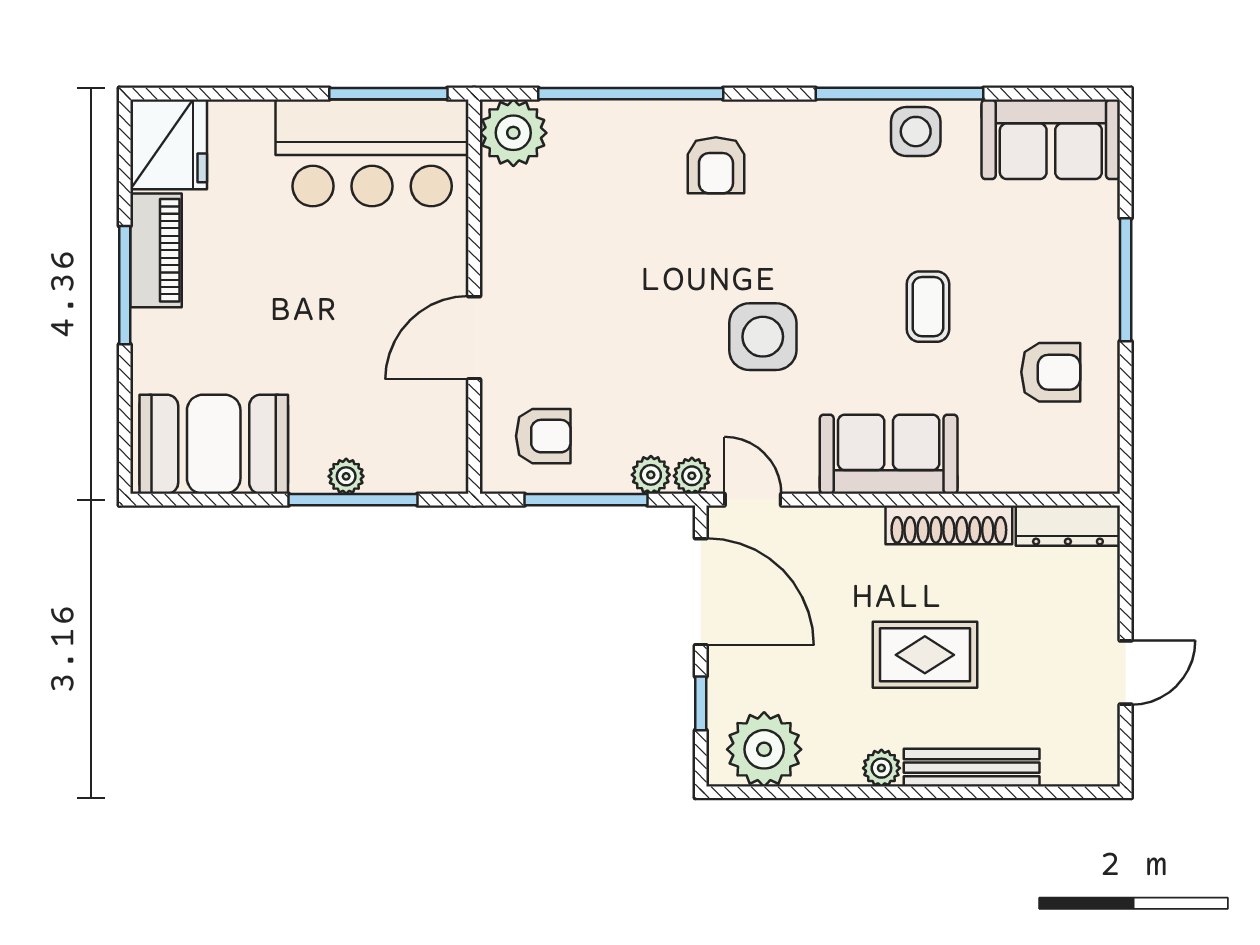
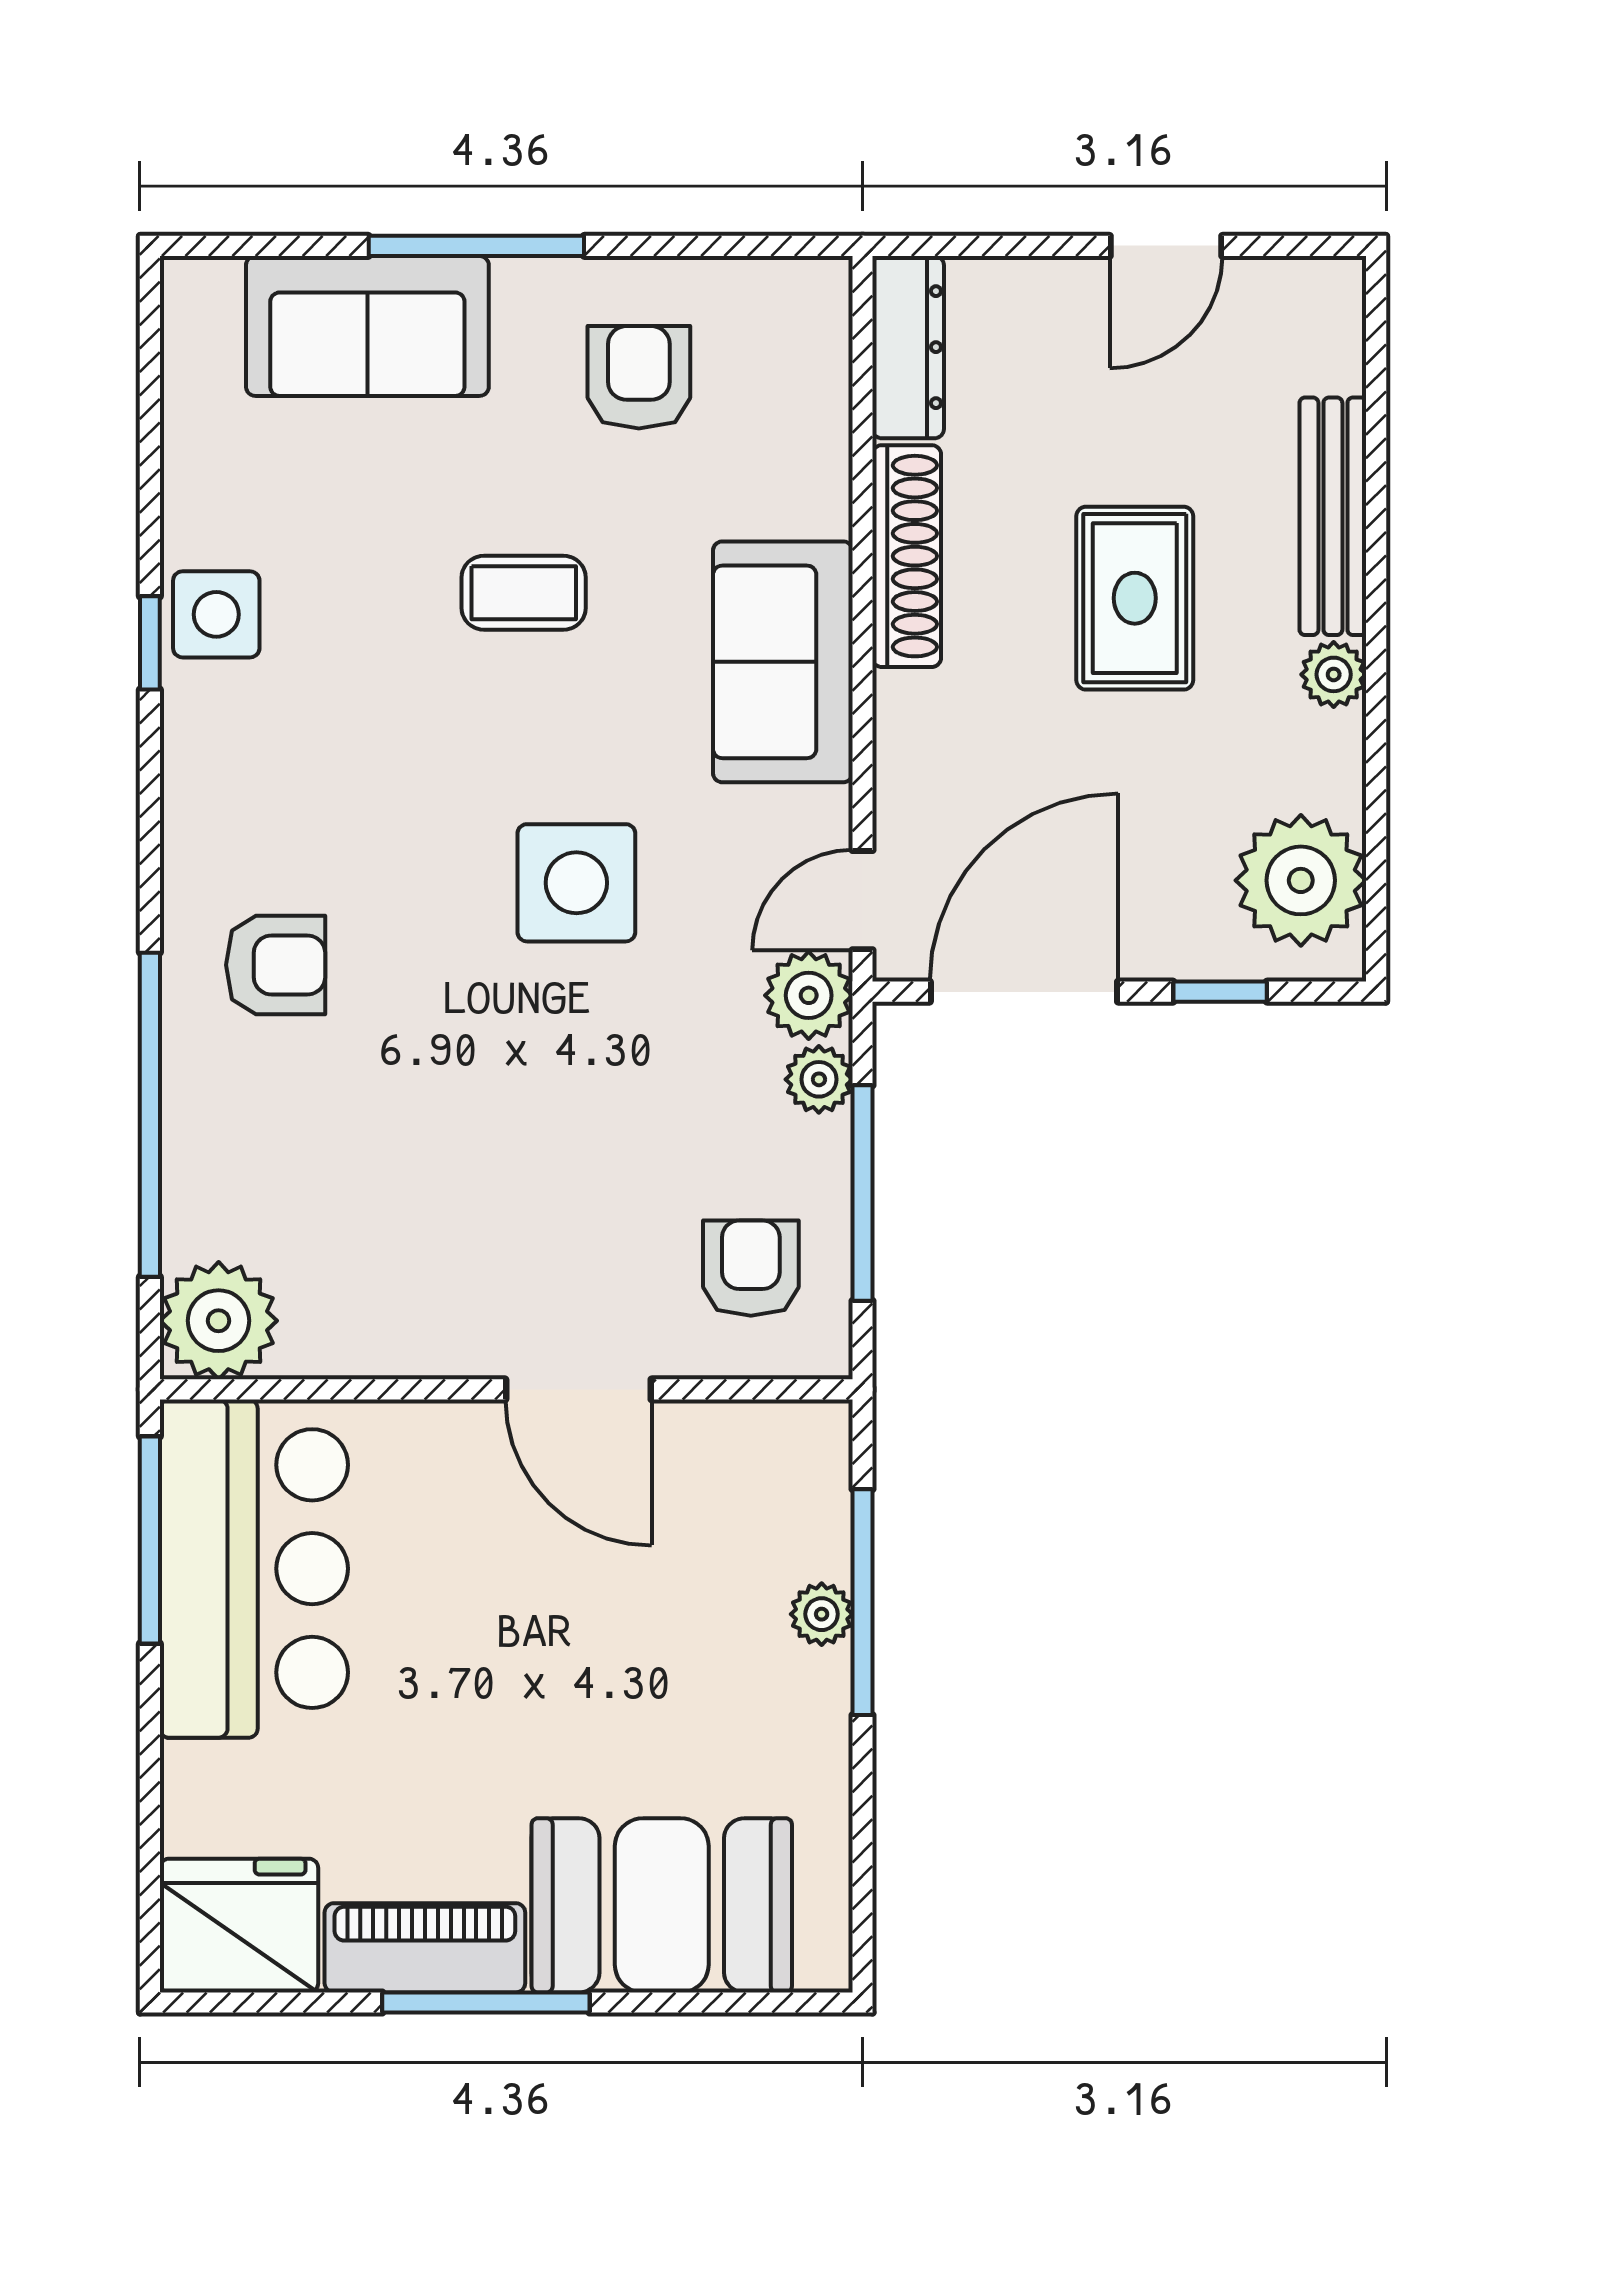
window: (899, 94) -> (150, 643), width x0.32
sofa: (1051, 139) -> (367, 326), moved, turned 90
booth: (214, 444) -> (662, 1905), moved, turned 90
plant: (692, 476) -> (809, 995), width x1.38, depth x1.38
door: (1126, 673) -> (1166, 246), swing flipped

